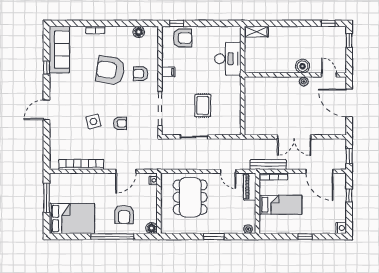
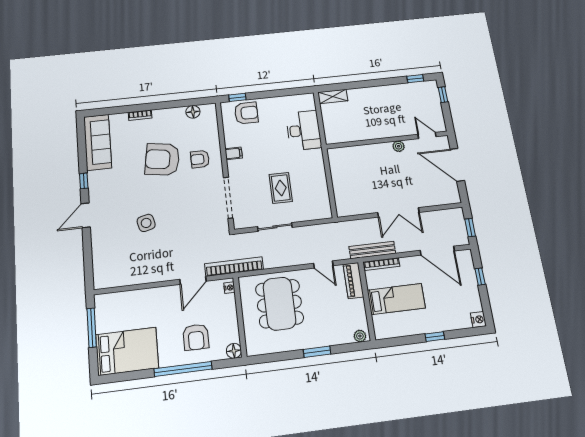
boiler: (303, 66) -> (394, 129), removed
window: (47, 68) -> (84, 181), moved
armchair: (120, 123) -> (180, 221), removed
bookcase: (81, 164) -> (234, 267), moved

